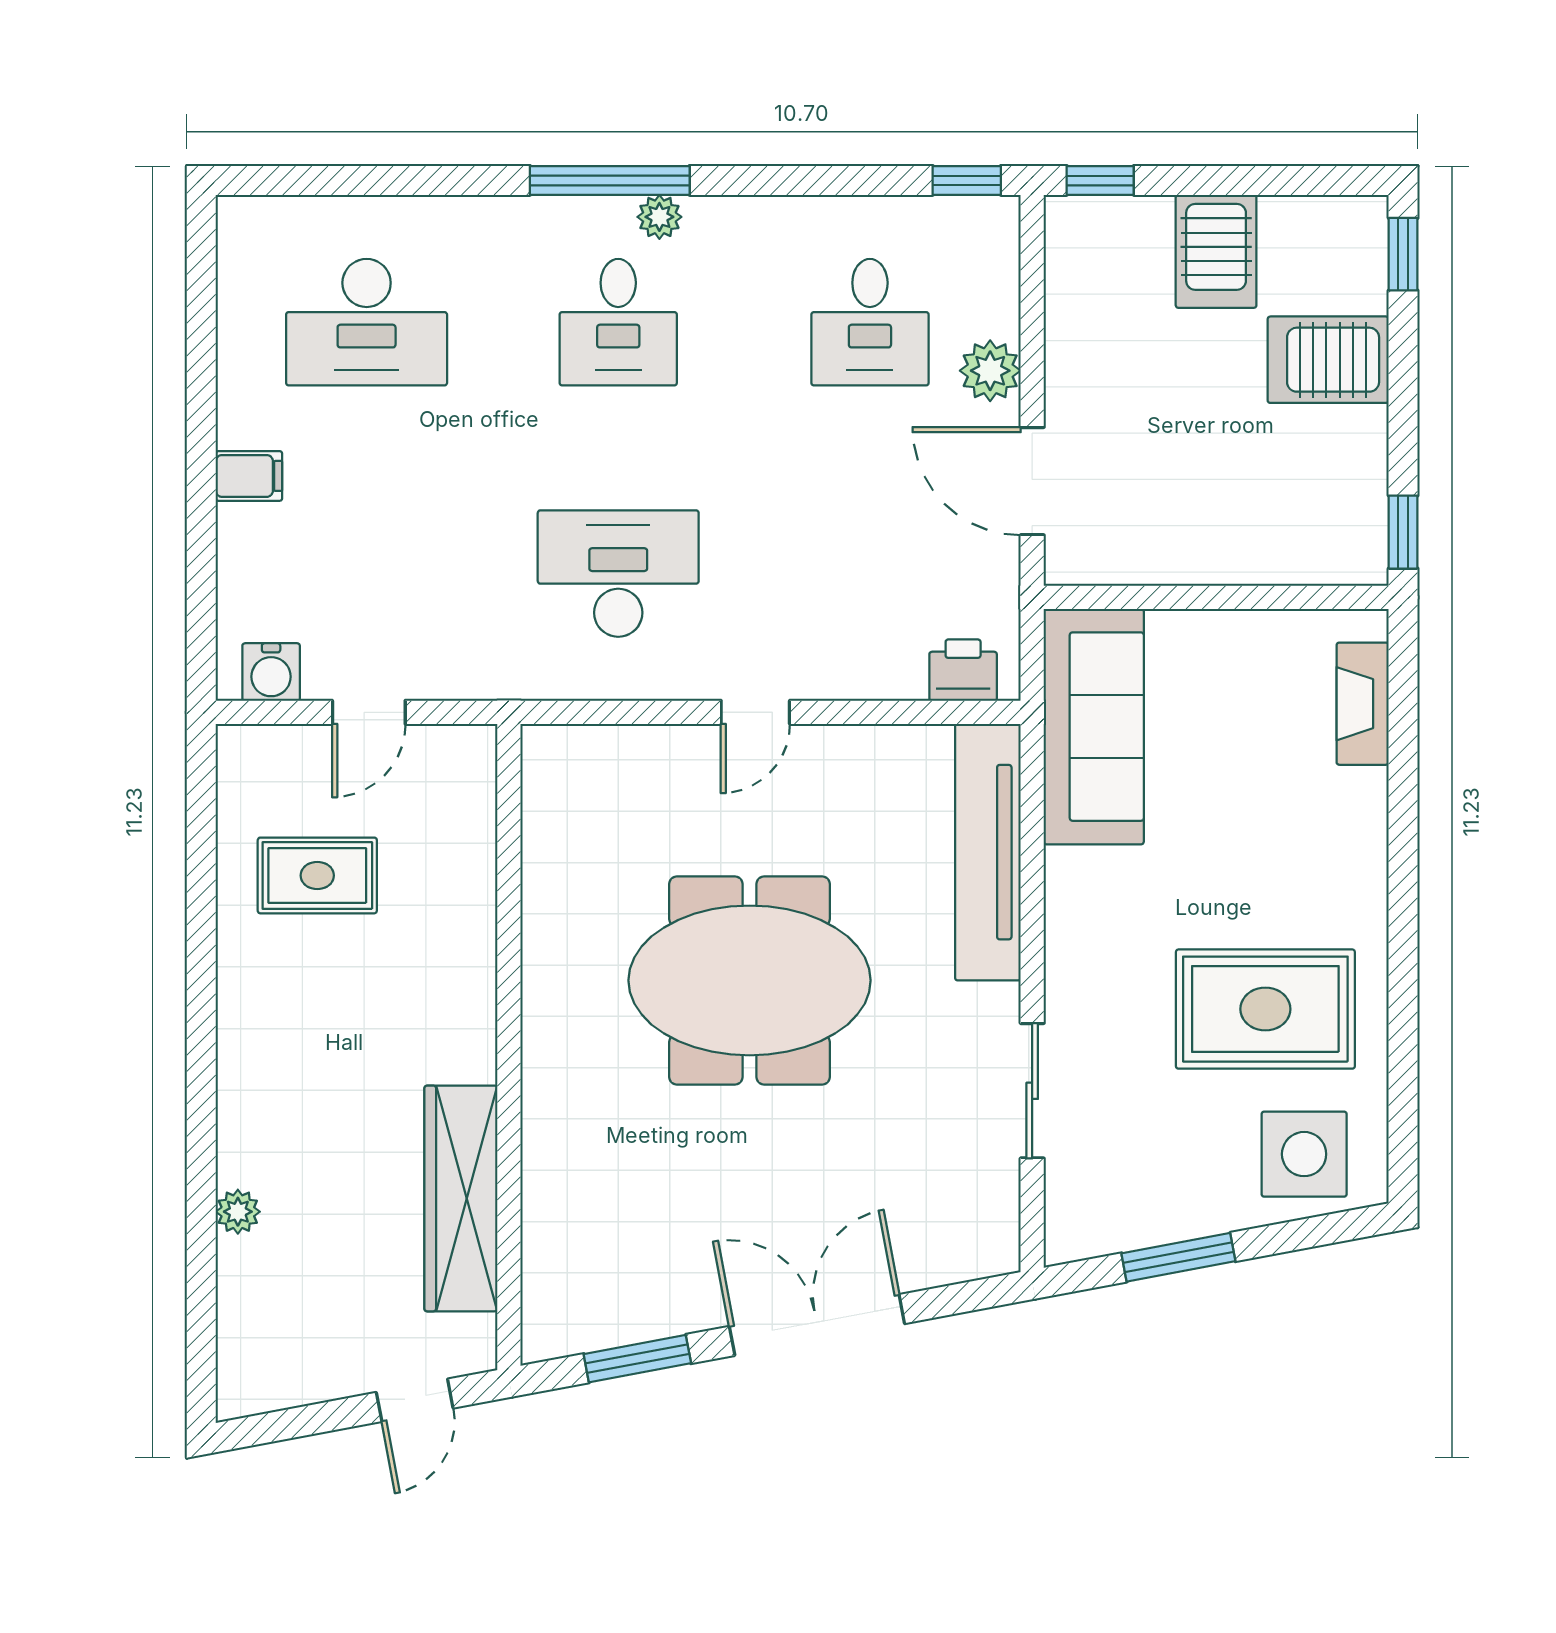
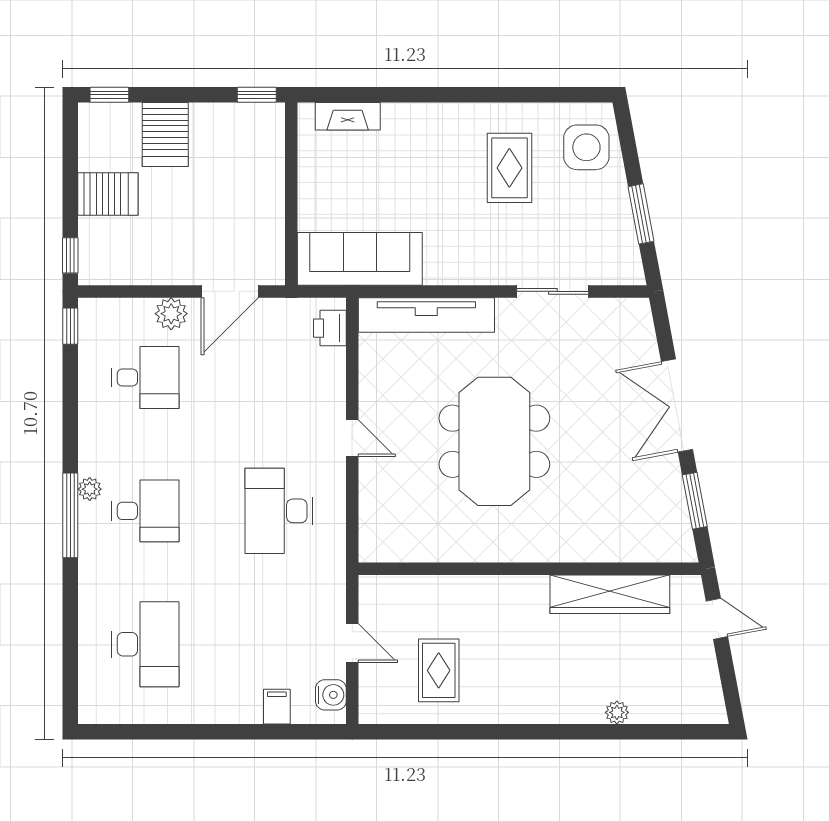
filing cabinet: (249, 476) -> (277, 707), moved
rug: (1265, 1009) -> (509, 168), width x0.73, depth x0.70

